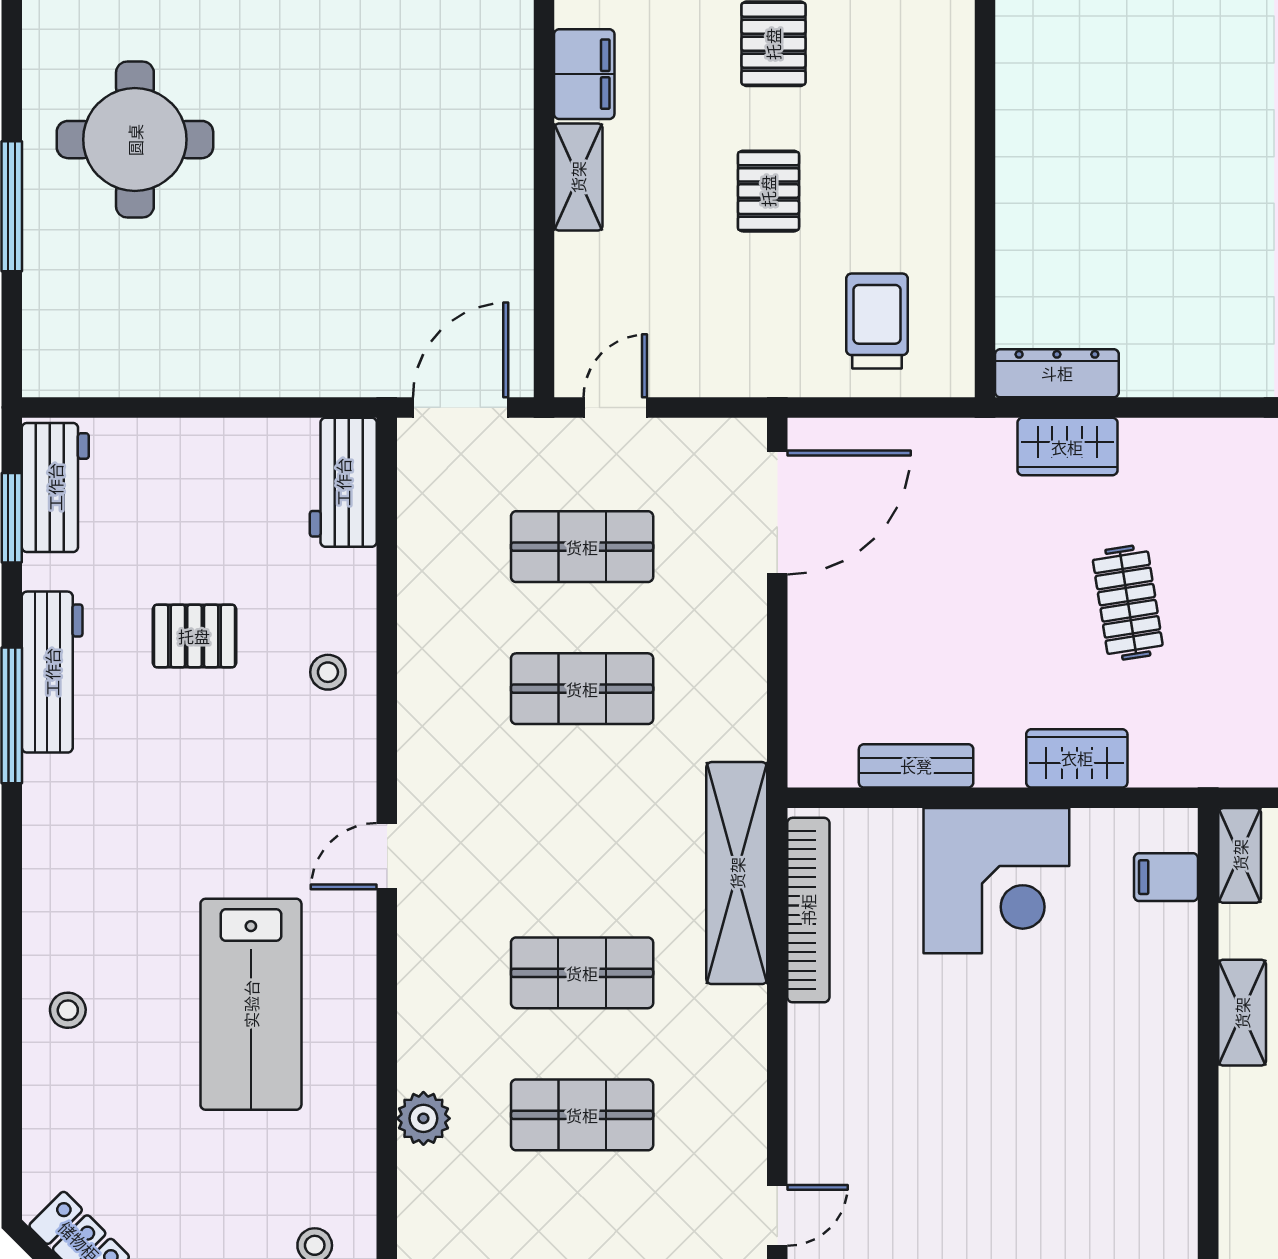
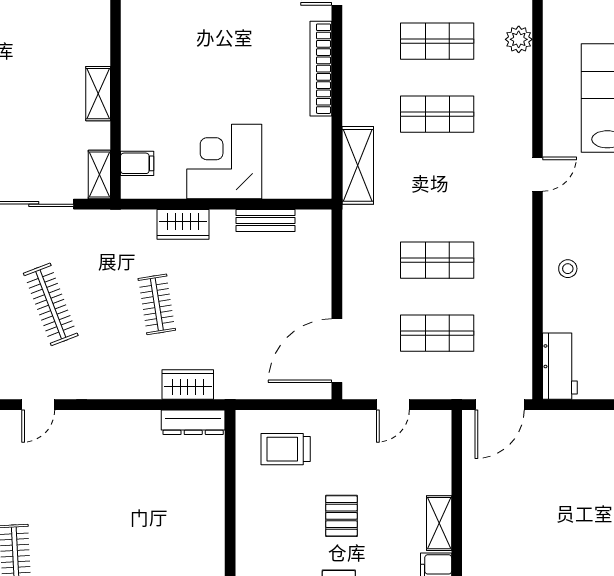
trolley: (877, 321) -> (286, 449), turned 90
door: (615, 407) -> (393, 405), moved
shelving: (737, 873) -> (358, 165), width x0.68
bookcase: (808, 910) -> (321, 69), moved

